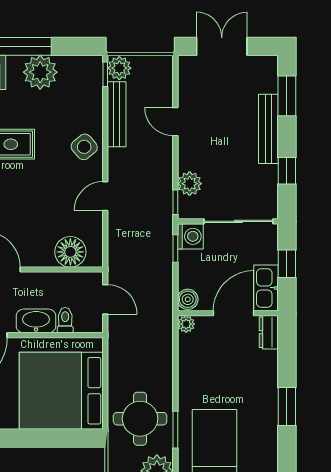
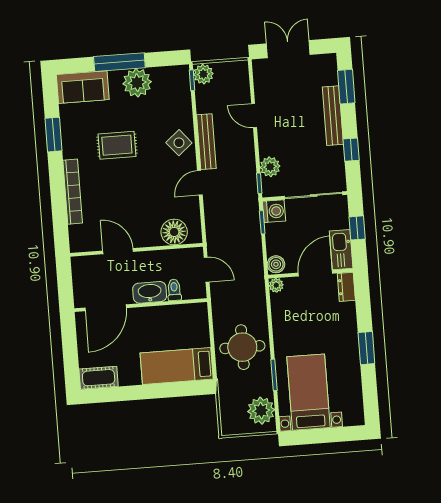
bench: (117, 114) -> (206, 142), moved
bed: (61, 391) -> (177, 366), width x0.49
round table: (140, 419) -> (242, 347), moved

